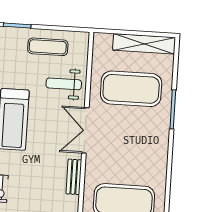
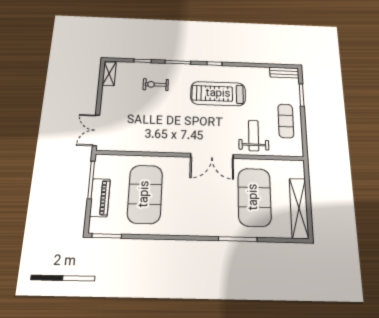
double door: (85, 130) -> (212, 156), swing flipped
bench: (74, 177) -> (168, 147), removed

